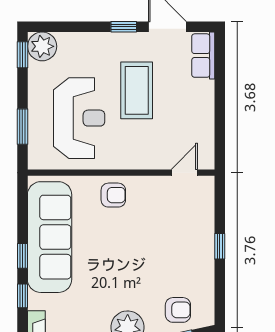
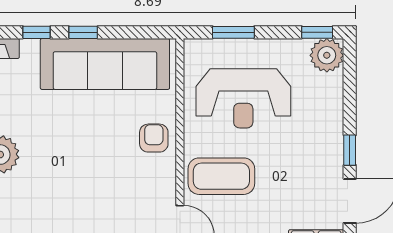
coffee table: (137, 90) -> (221, 176), moved
armchair: (113, 195) -> (154, 138), turned 180
armchair: (178, 310) -> (20, 213), removed

